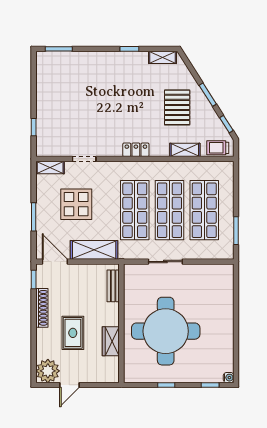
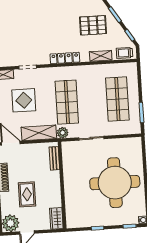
pallet: (177, 107) -> (93, 25), turned 90
locker: (136, 150) -> (65, 58), width x1.53
shop shelf: (170, 210) -> (92, 101), removed
plant: (127, 252) -> (63, 133), added
round table: (166, 331) -> (115, 183), moved
wardrobe: (111, 341) -> (56, 218), moved

